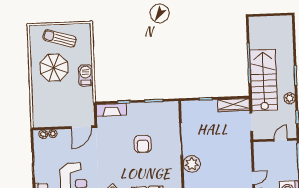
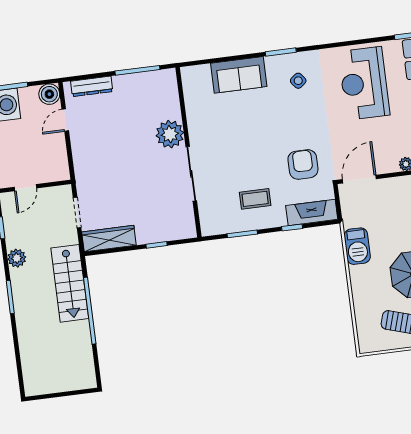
barbecue: (86, 76) -> (357, 246), moved
stairs: (264, 80) -> (70, 283), width x0.73, depth x0.66
coffee table: (144, 121) -> (255, 199), added
armchair: (143, 144) -> (303, 164), moved

